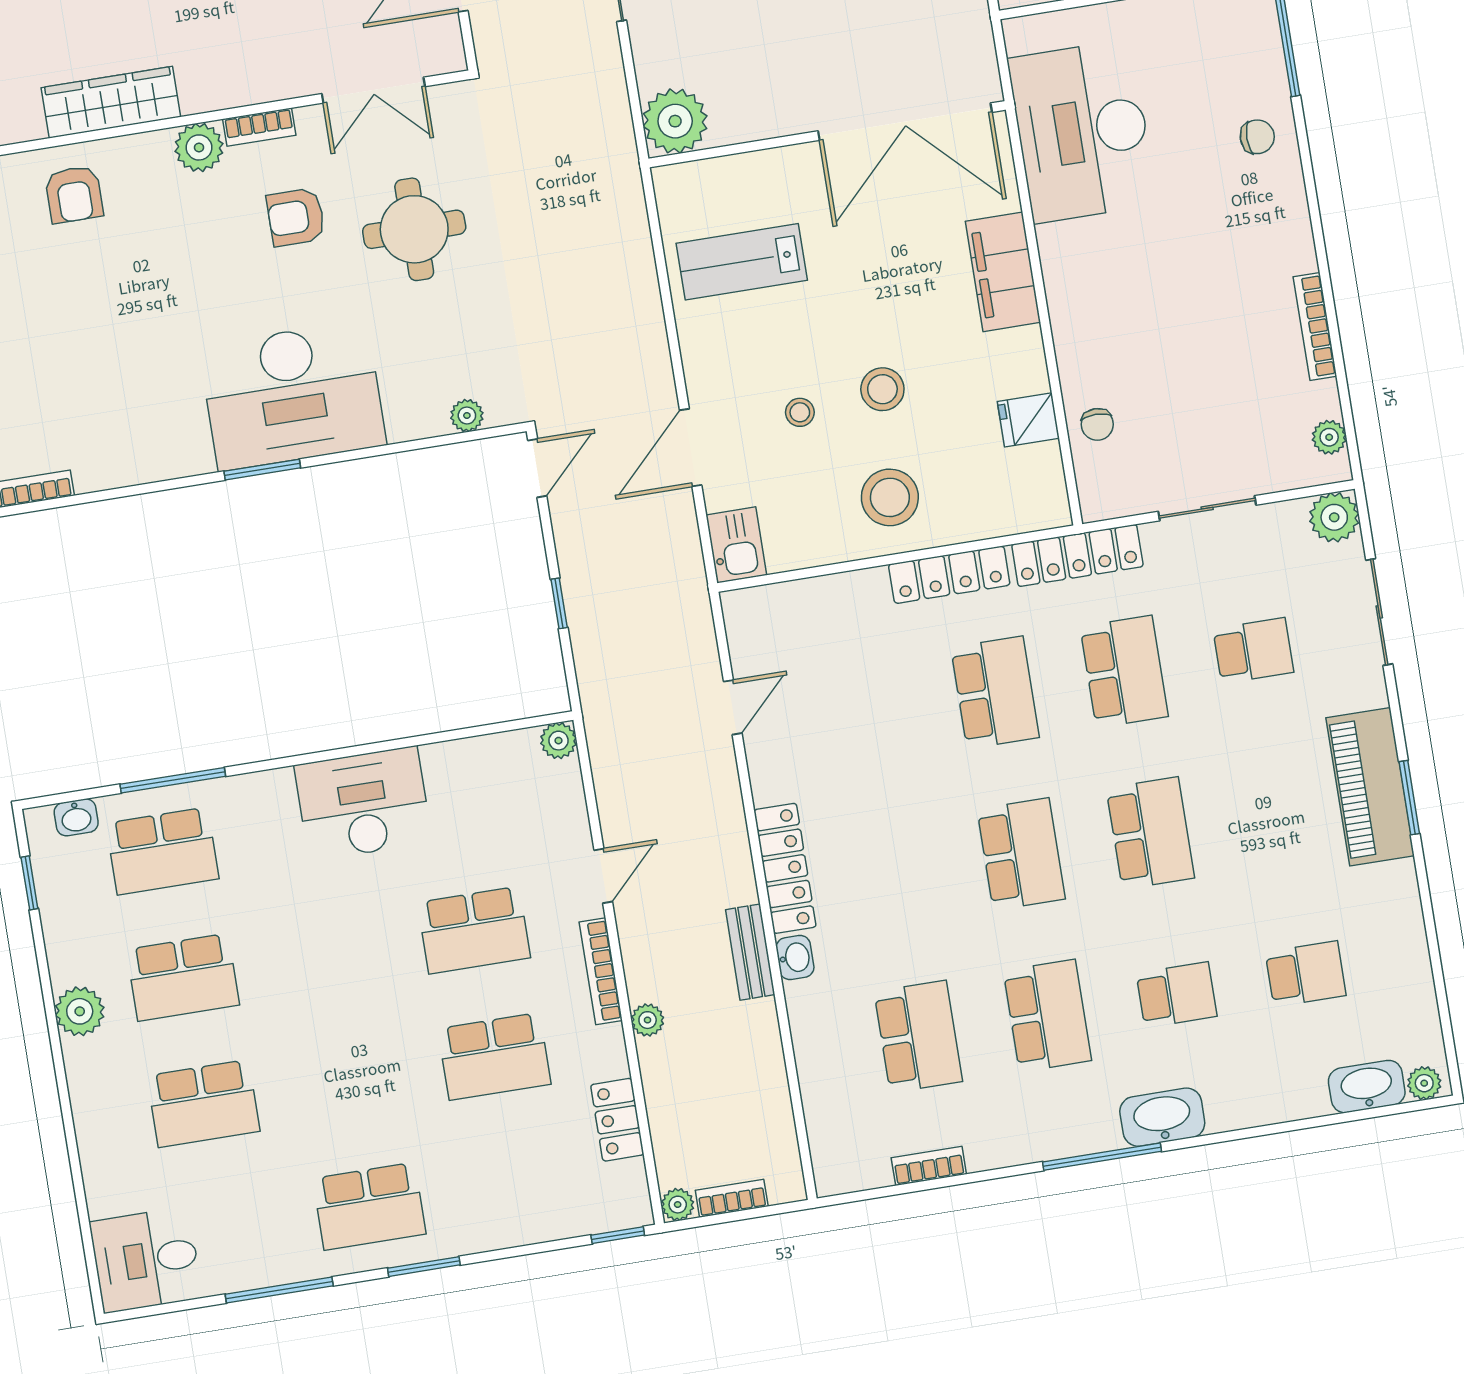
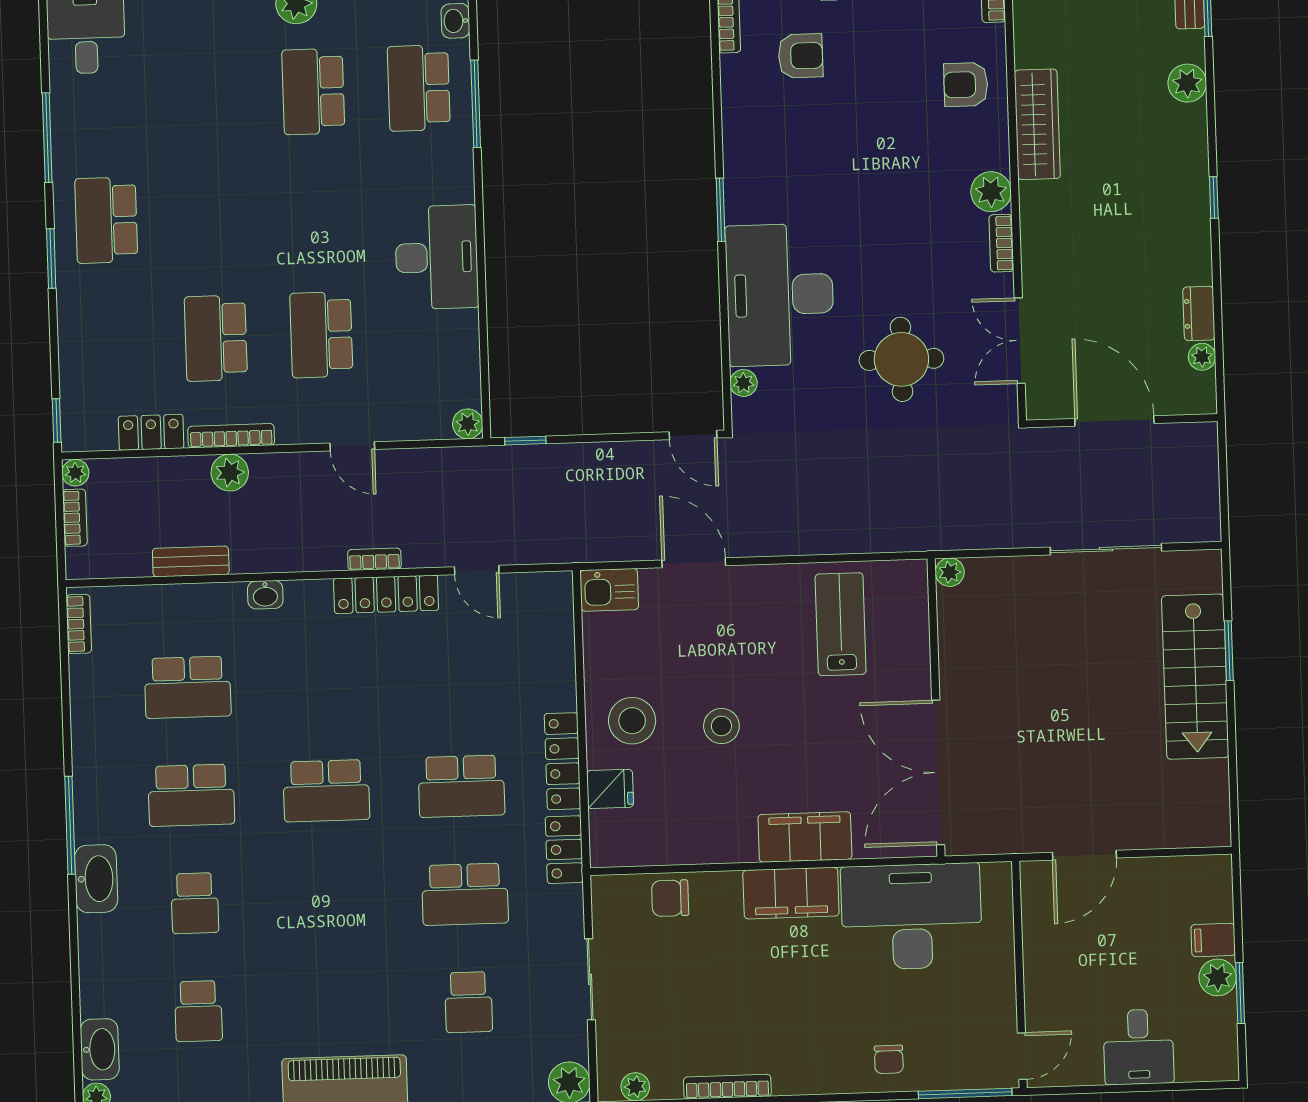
plant: (675, 121) -> (950, 572), width x0.53, depth x0.53
armchair: (296, 217) -> (801, 56), moved, turned 90
filing cabinet: (1073, 280) -> (791, 893), added
desk: (293, 396) -> (780, 295), moved
stool: (800, 412) -> (711, 656), removed
fridge: (1028, 420) -> (610, 789), moved, turned 90
chair: (1097, 424) -> (670, 898), width x1.37, depth x1.37
locker: (1077, 555) -> (564, 850), width x0.66
window: (559, 603) -> (525, 441), moved
bookcase: (736, 832) -> (374, 559), added
school desk: (1150, 833) -> (330, 899), removed
locker: (785, 868) -> (386, 594), moved
bench: (750, 952) -> (191, 561), moved
bookcase: (601, 971) -> (231, 436), moved
plant: (648, 1020) -> (230, 473), width x1.38, depth x1.38
school desk: (203, 1104) -> (208, 95), removed
bookcase: (929, 1166) -> (79, 624), moved

